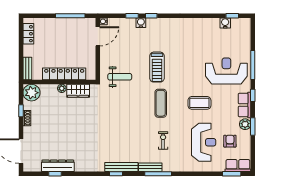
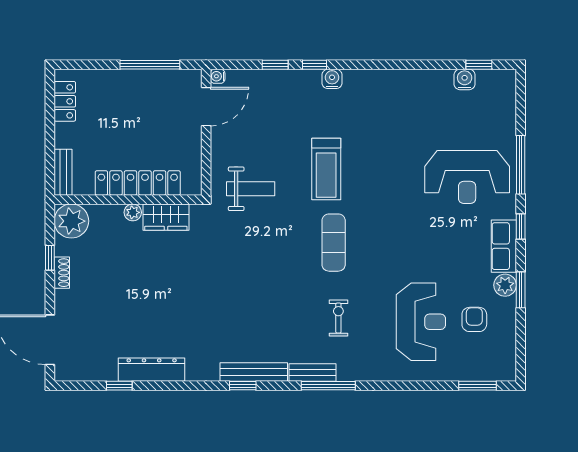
water cooler: (141, 23) -> (332, 79), moved
reception desk: (226, 71) -> (467, 177), turned 180
coffee table: (199, 103) -> (412, 242), removed
dresser: (58, 166) -> (152, 370), moved
row of seats: (238, 166) -> (490, 369), removed

